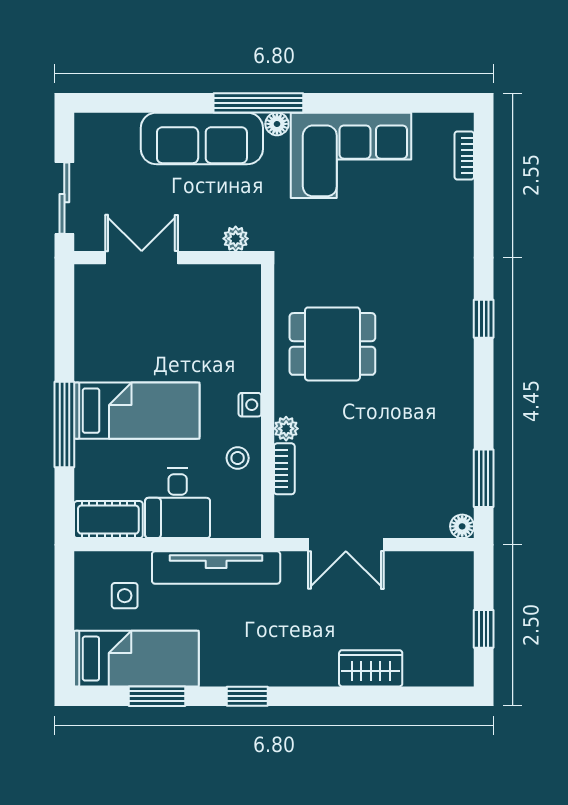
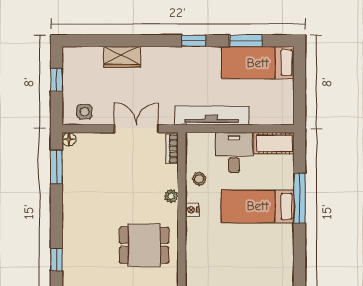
bookcase: (284, 469) -> (172, 149), moved
side table: (125, 596) -> (84, 112), moved

